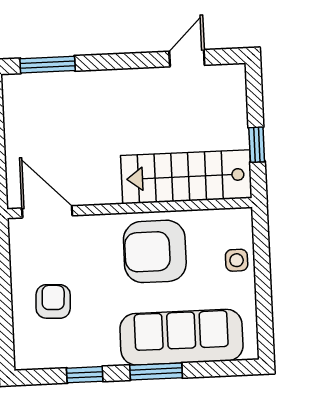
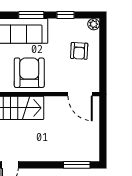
armchair: (155, 251) -> (29, 73), turned -90
plant: (26, 358) -> (94, 24), added

